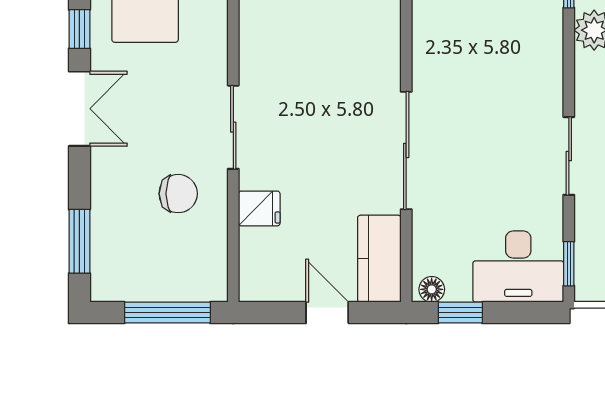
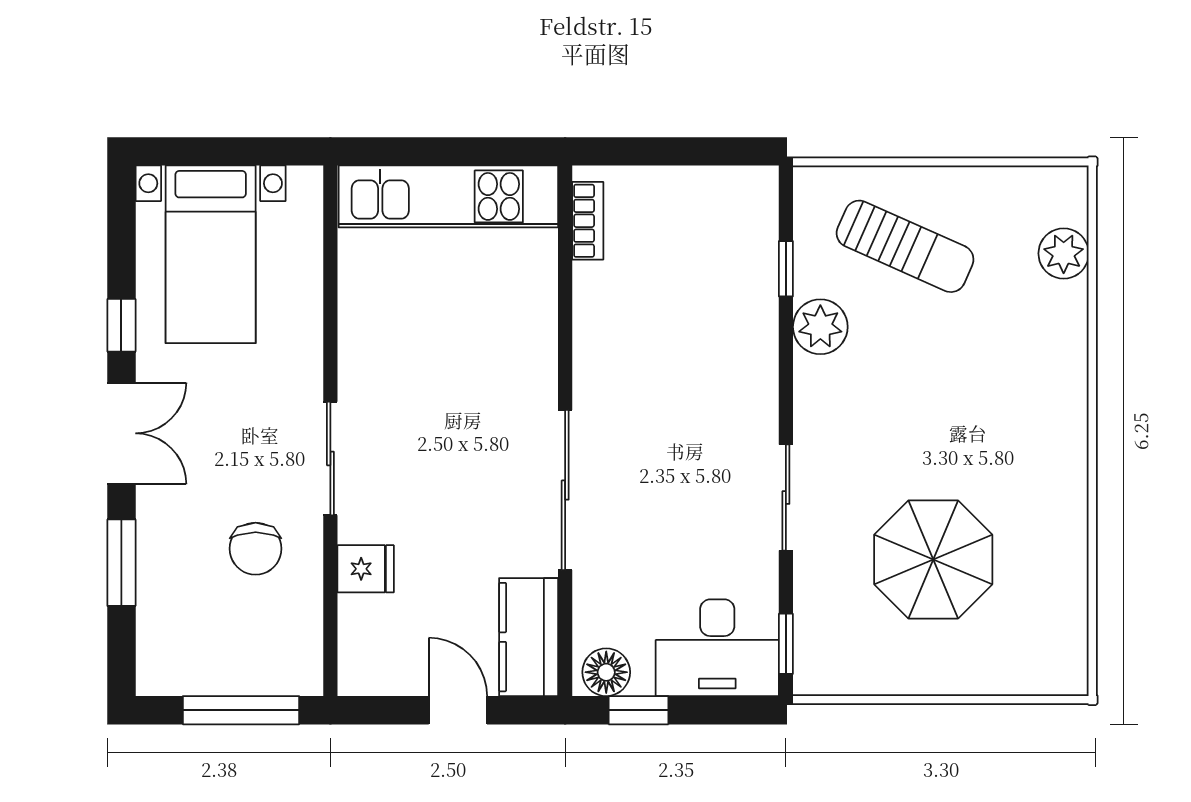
chair: (178, 194) -> (256, 549), turned 90
window: (79, 241) -> (121, 563), moved
floor lamp: (432, 289) -> (606, 672), width x1.37, depth x1.37

